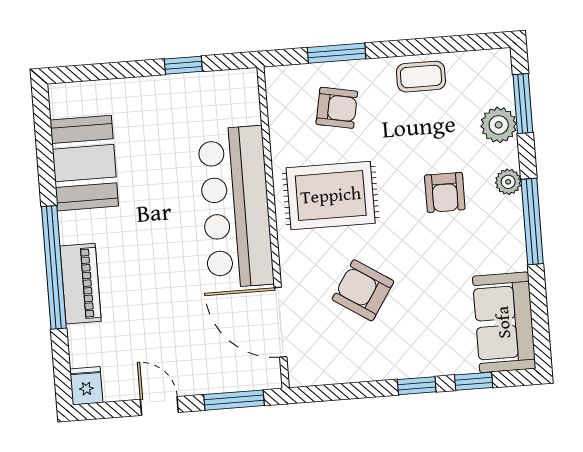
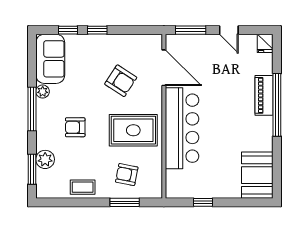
booth: (84, 163) -> (257, 175), moved
plant: (508, 182) -> (43, 92), moved
armchair: (445, 192) -> (75, 127), turned -90

